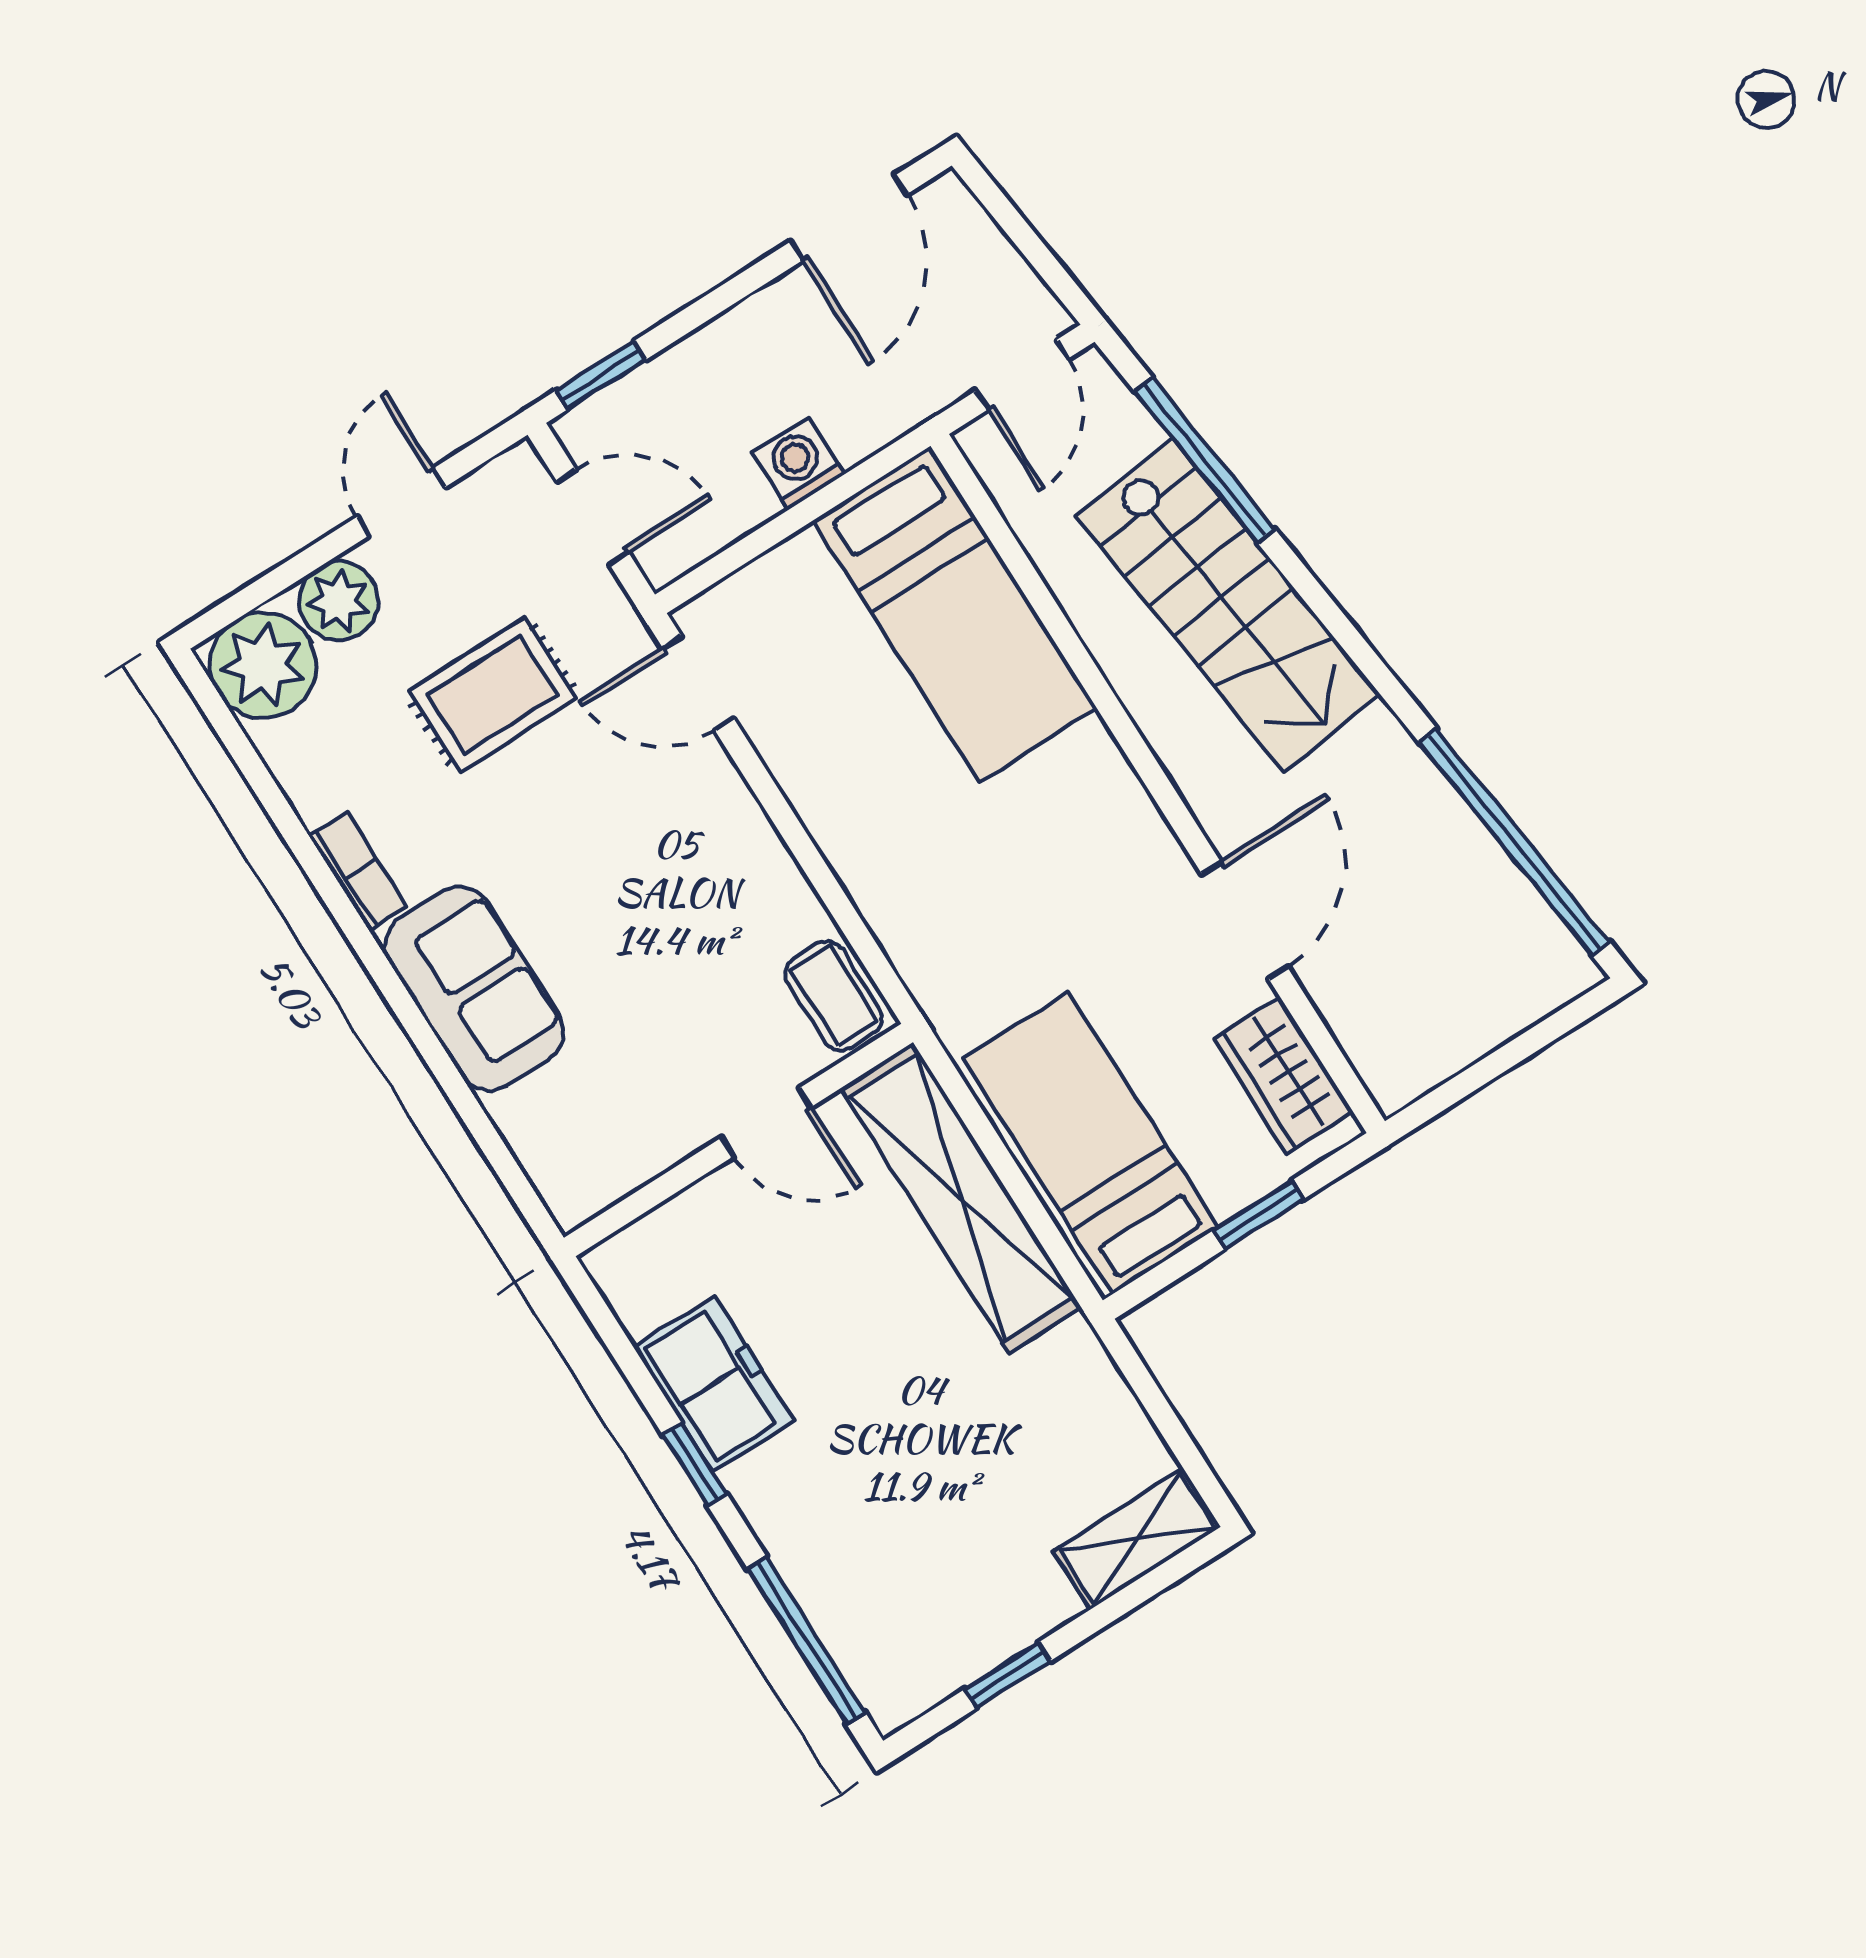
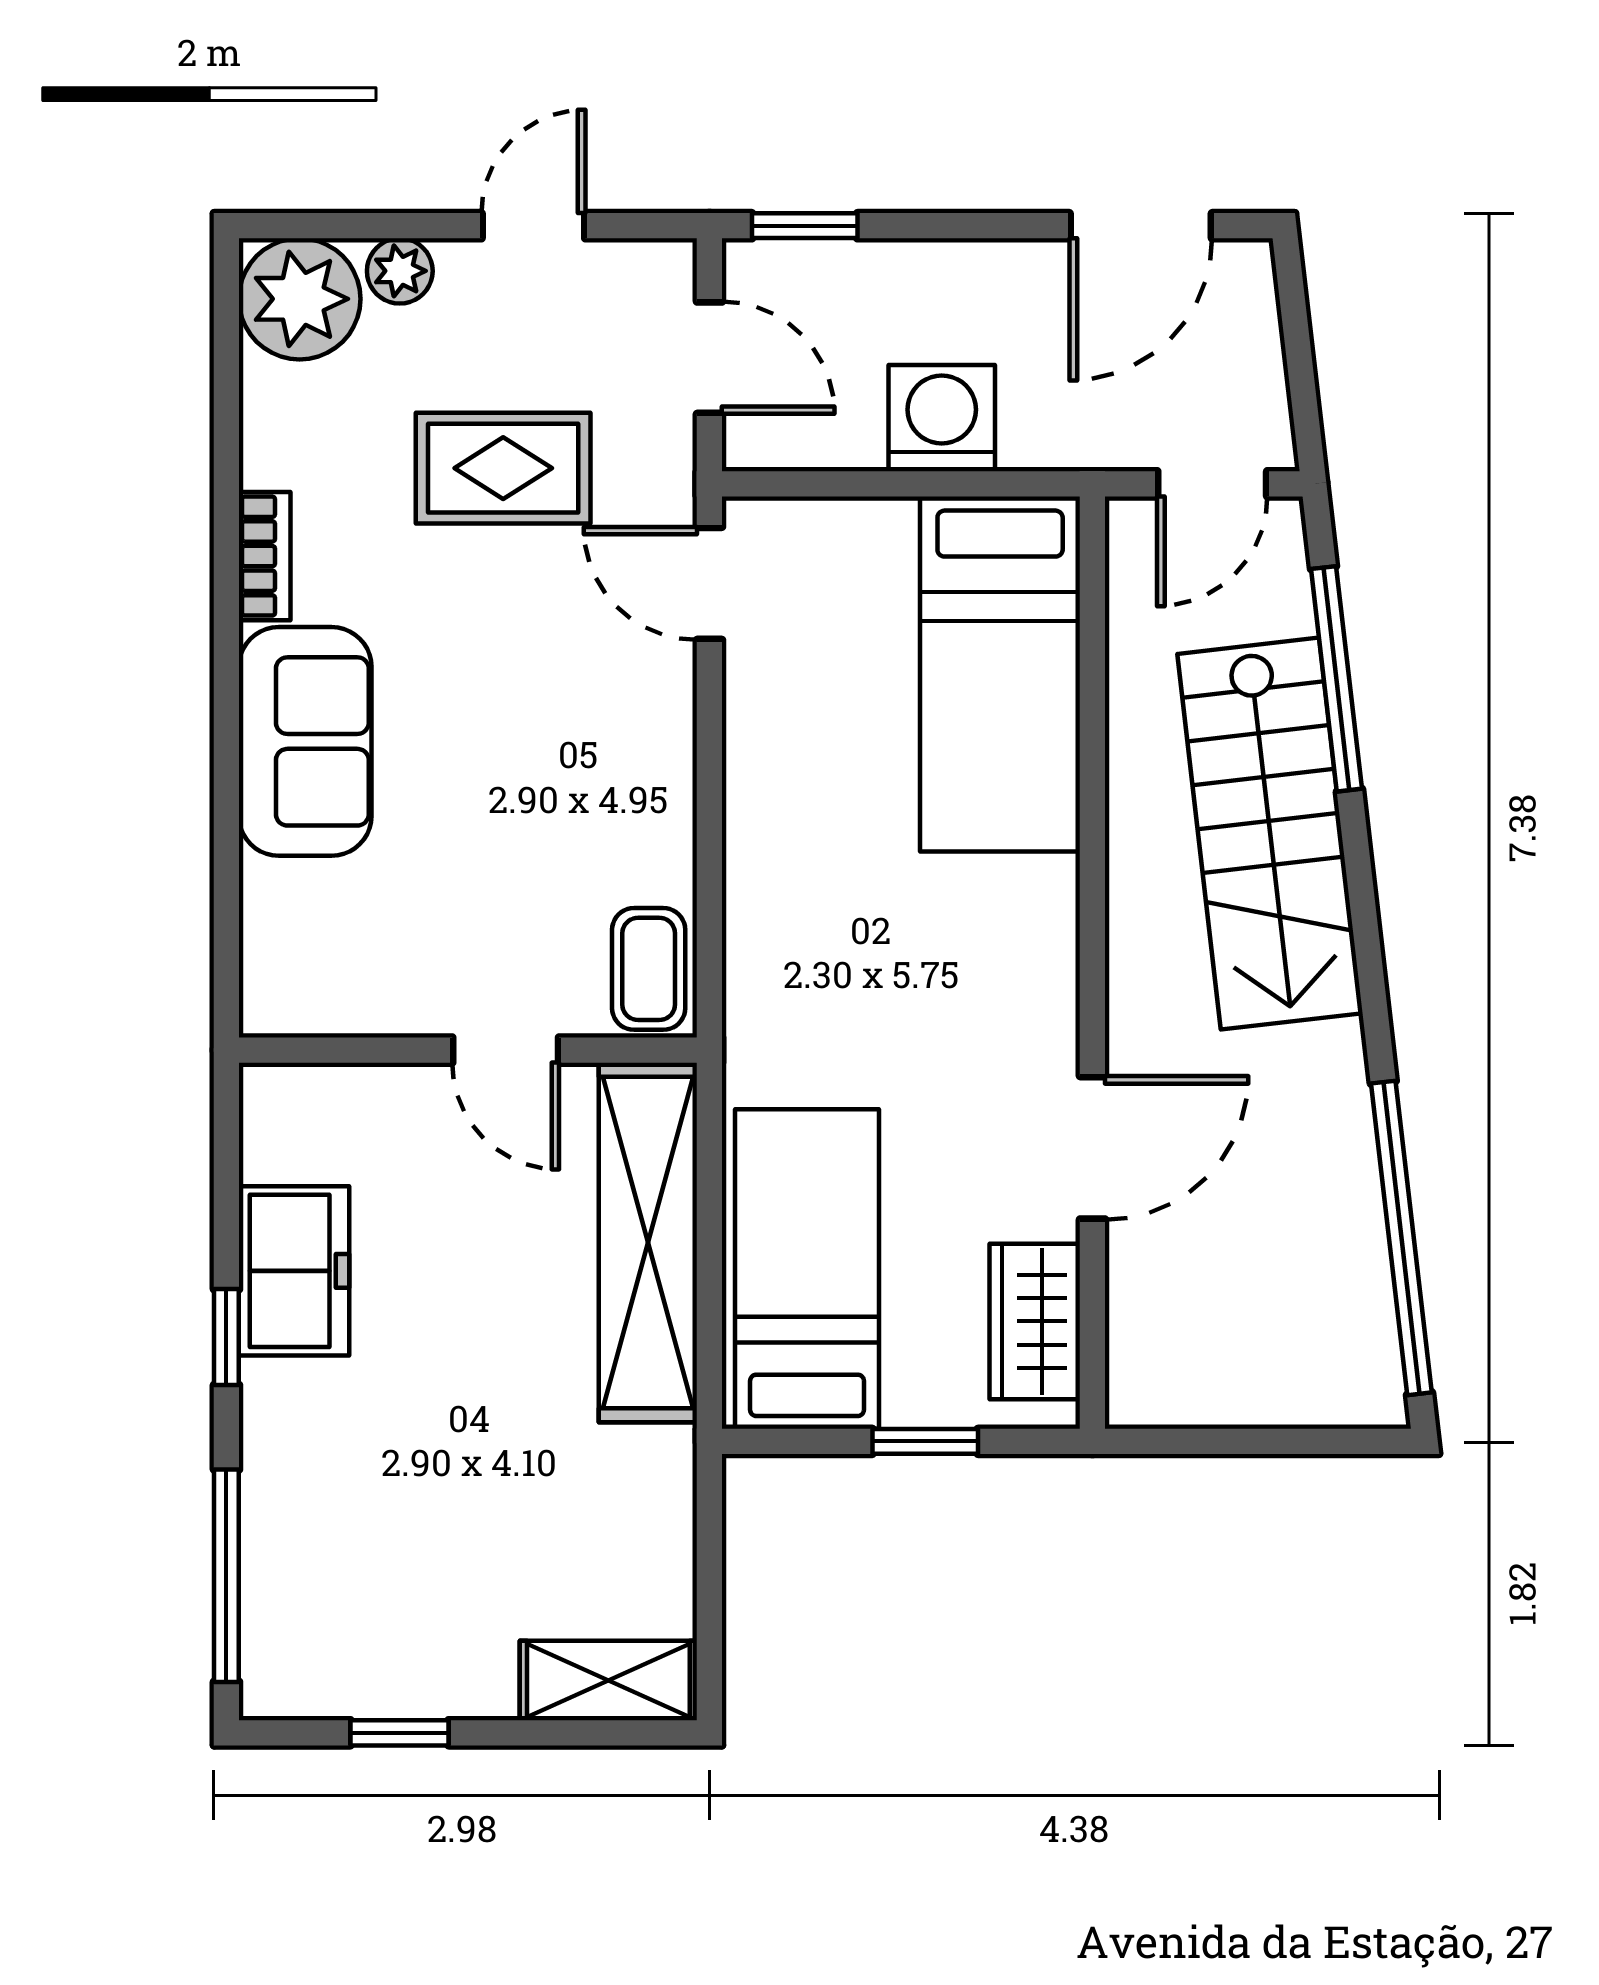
washing machine: (799, 464) -> (942, 418), width x1.38, depth x1.38
plant: (339, 601) -> (400, 271), width x0.73, depth x0.73

